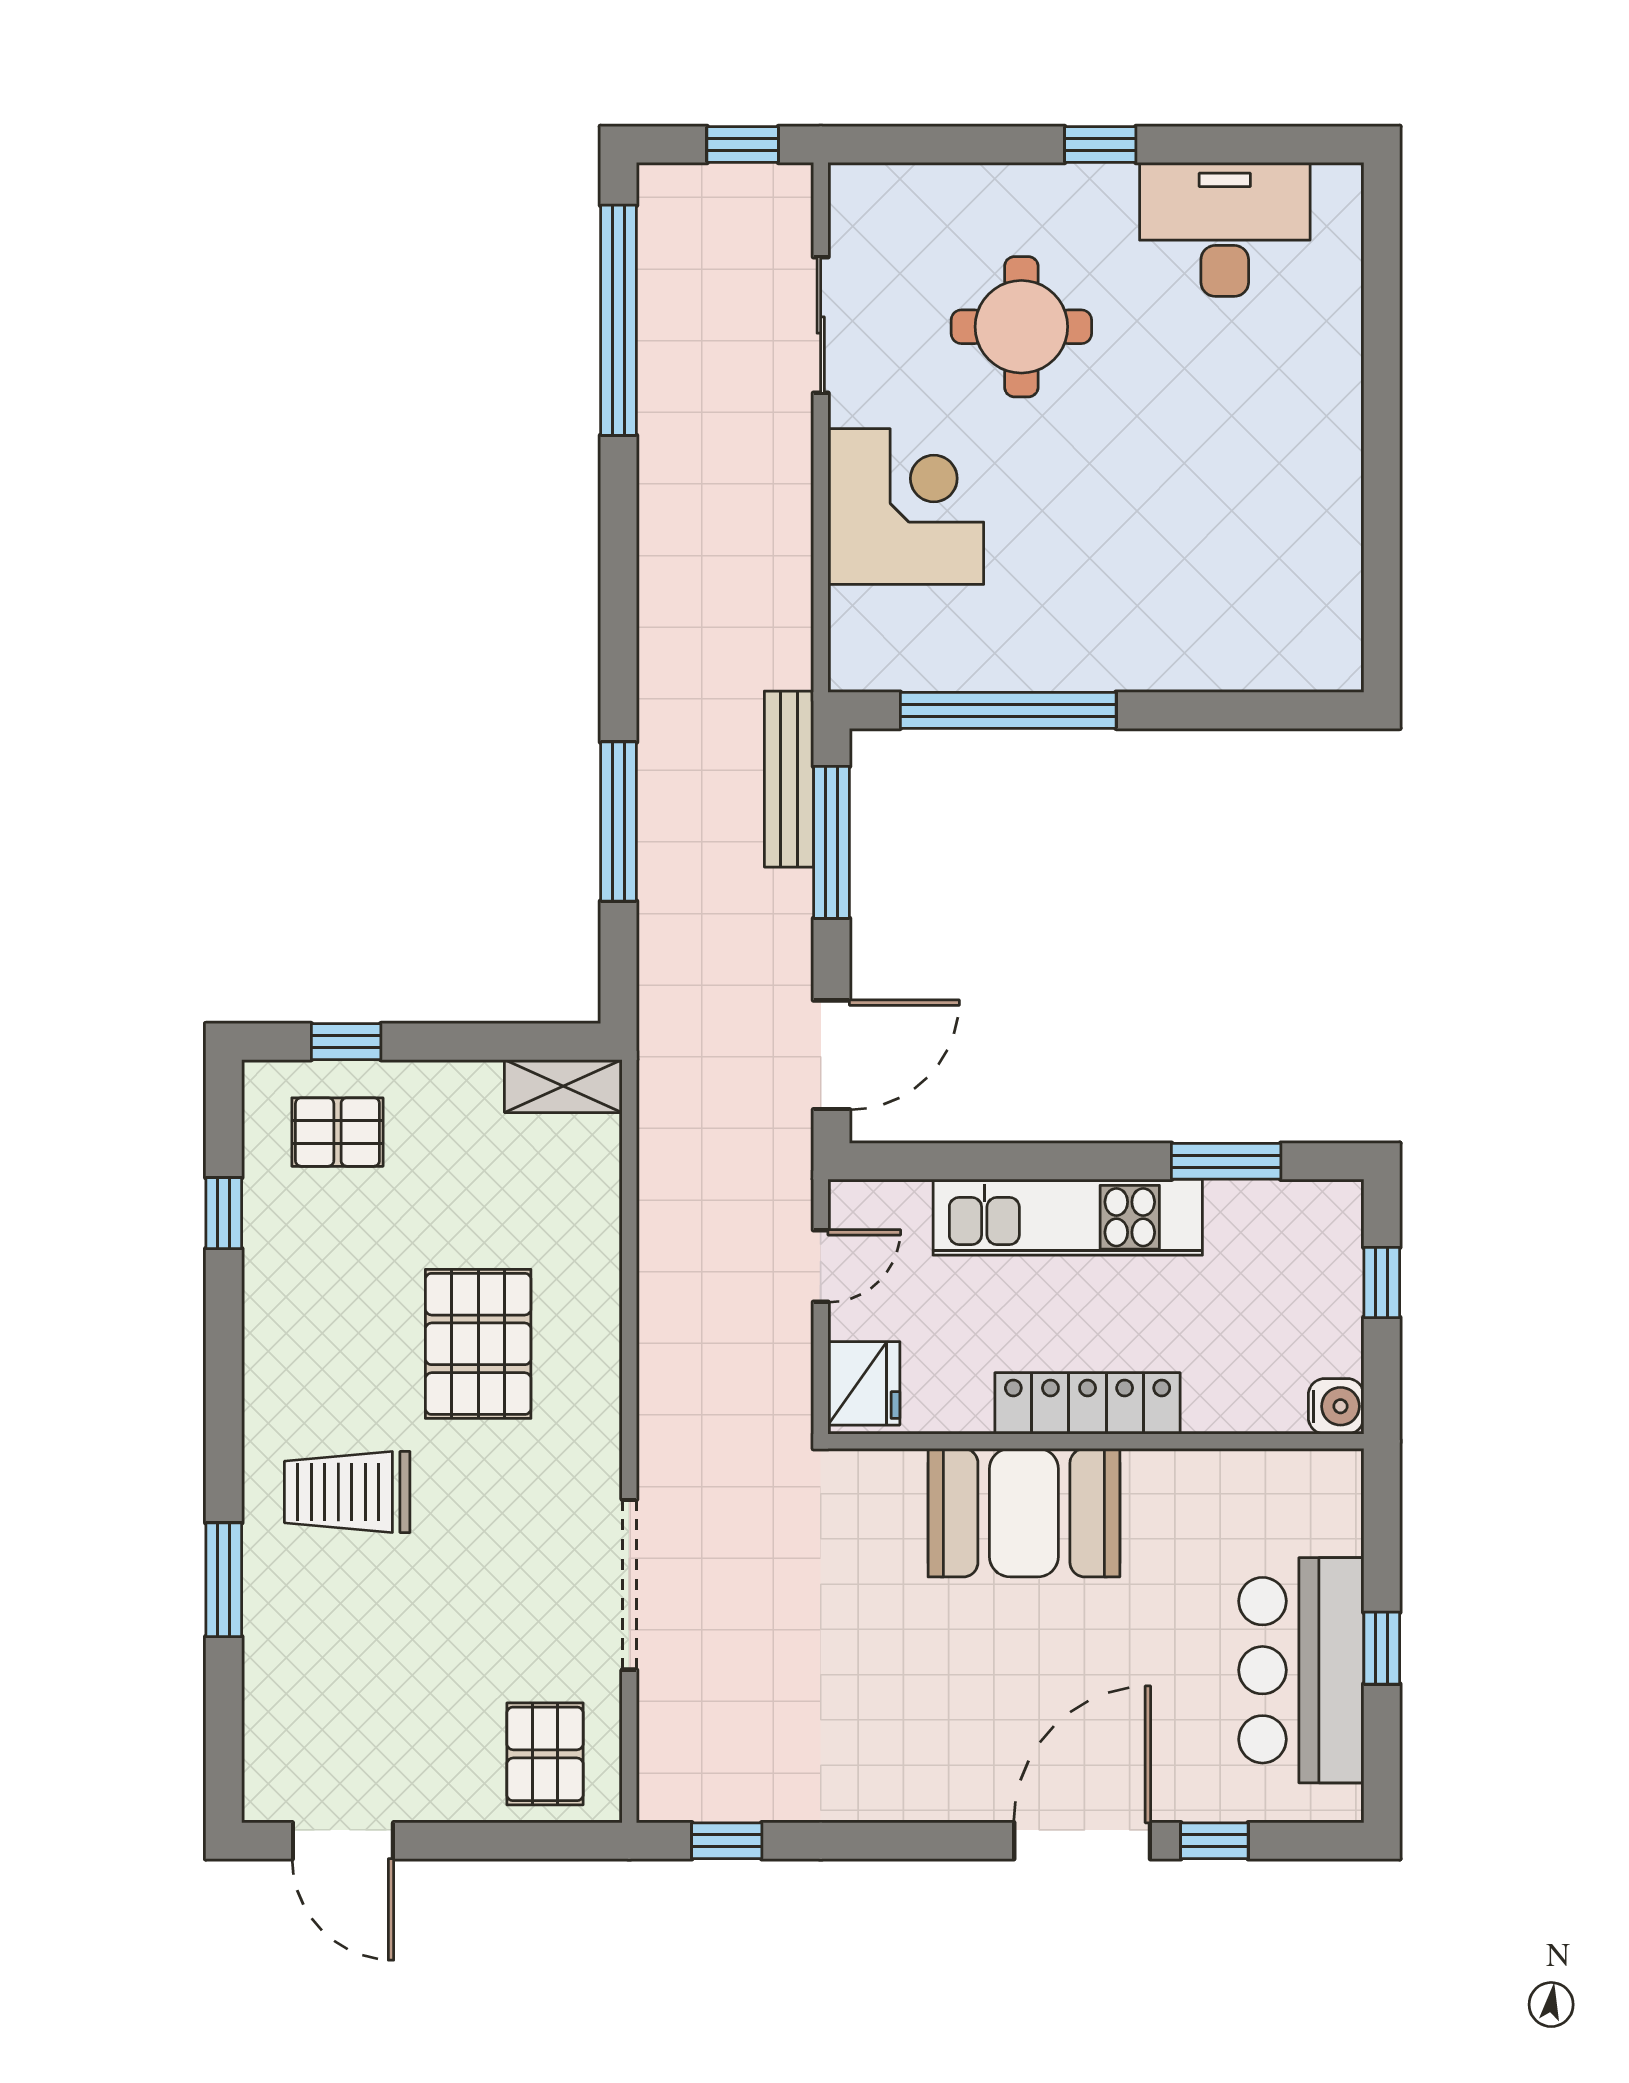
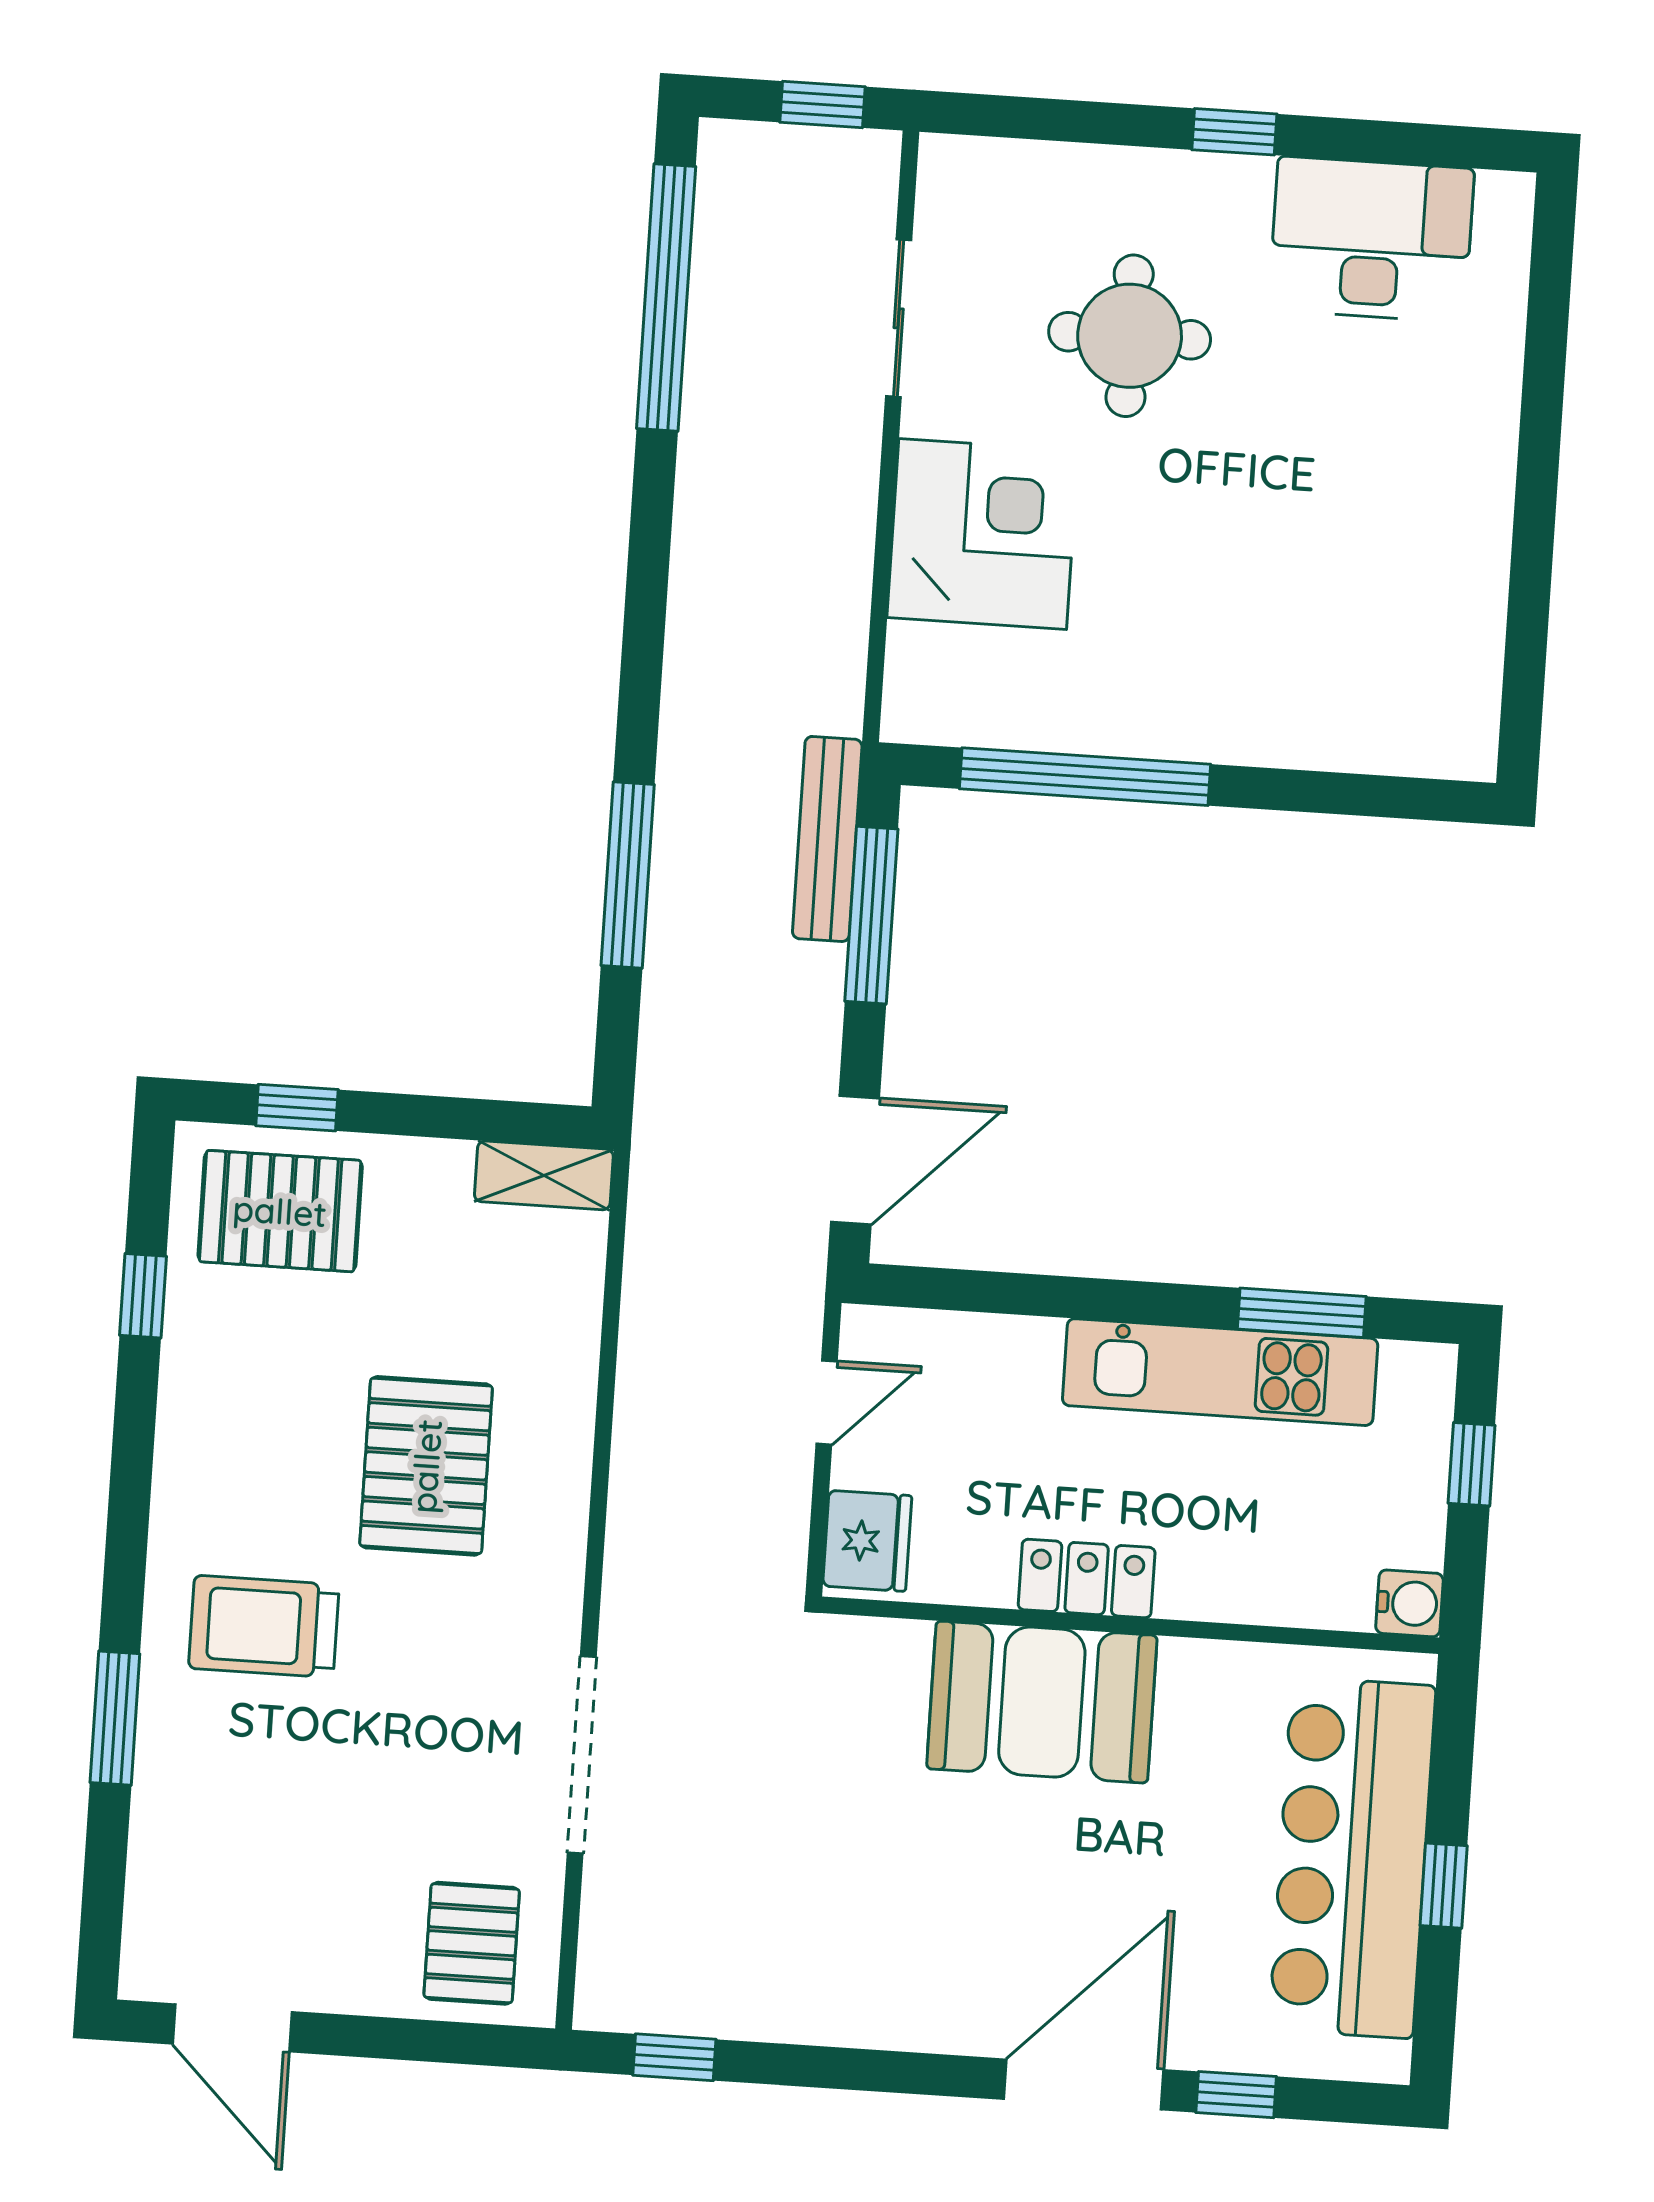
pallet: (337, 1132) -> (280, 1211), width x1.50, depth x1.42
kitchen unit: (1068, 1217) -> (1220, 1372), moved
locker: (1088, 1403) -> (1087, 1579), width x0.66
bar counter: (1301, 1670) -> (1352, 1858), width x1.36

